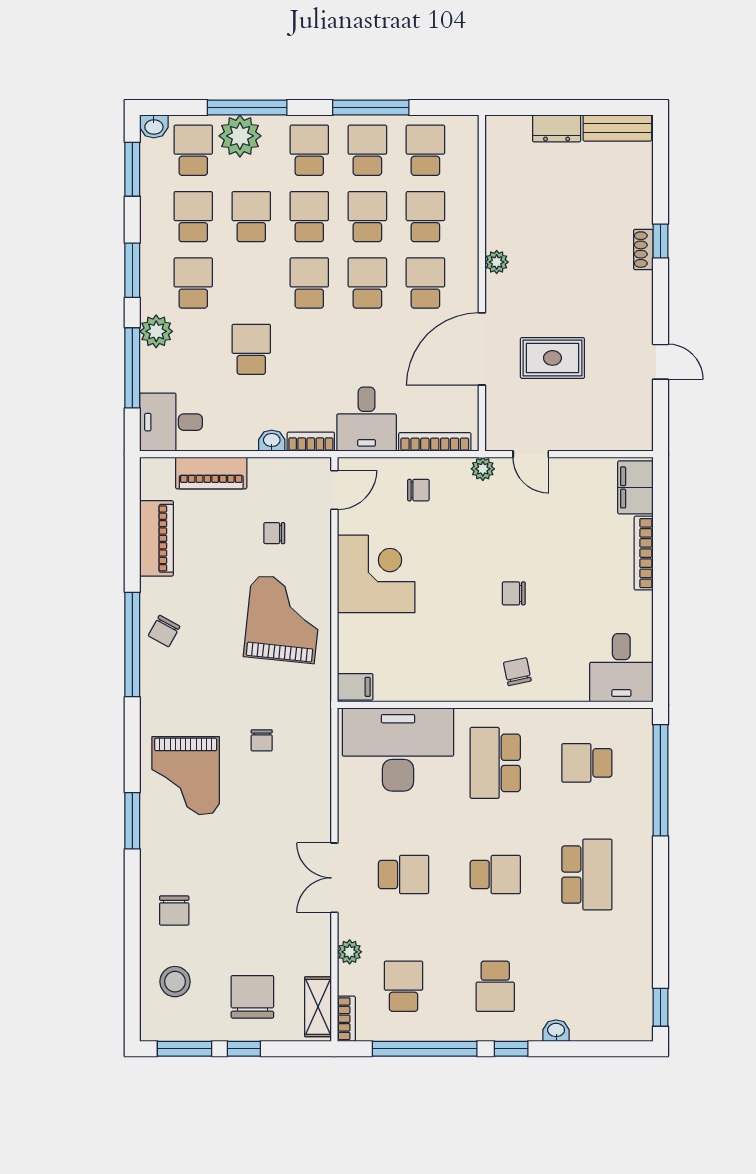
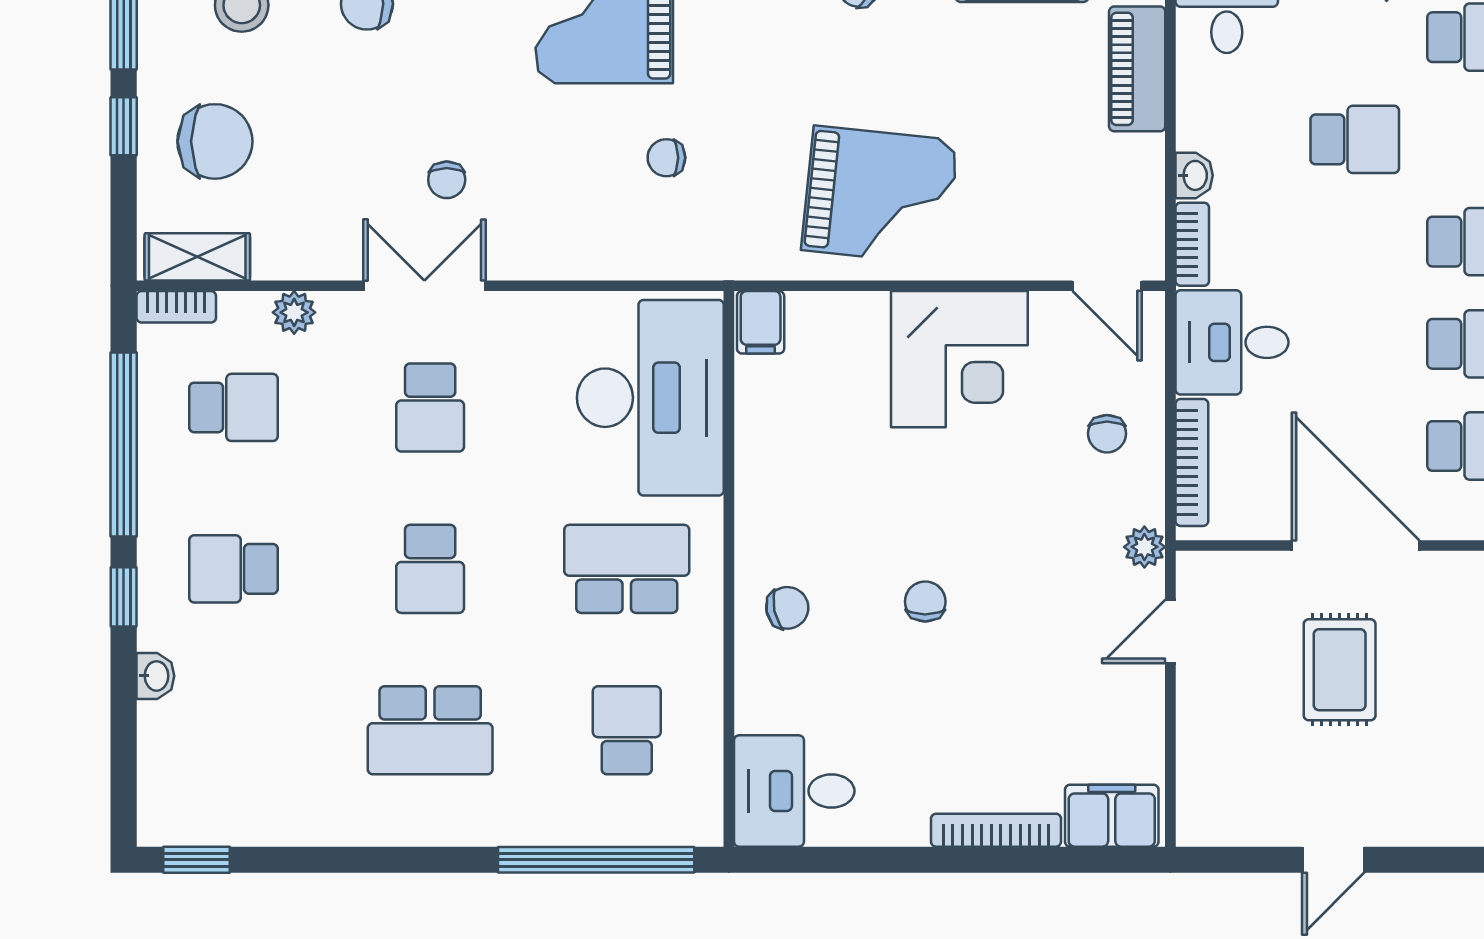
chair: (274, 533) -> (447, 180), moved, turned 180

